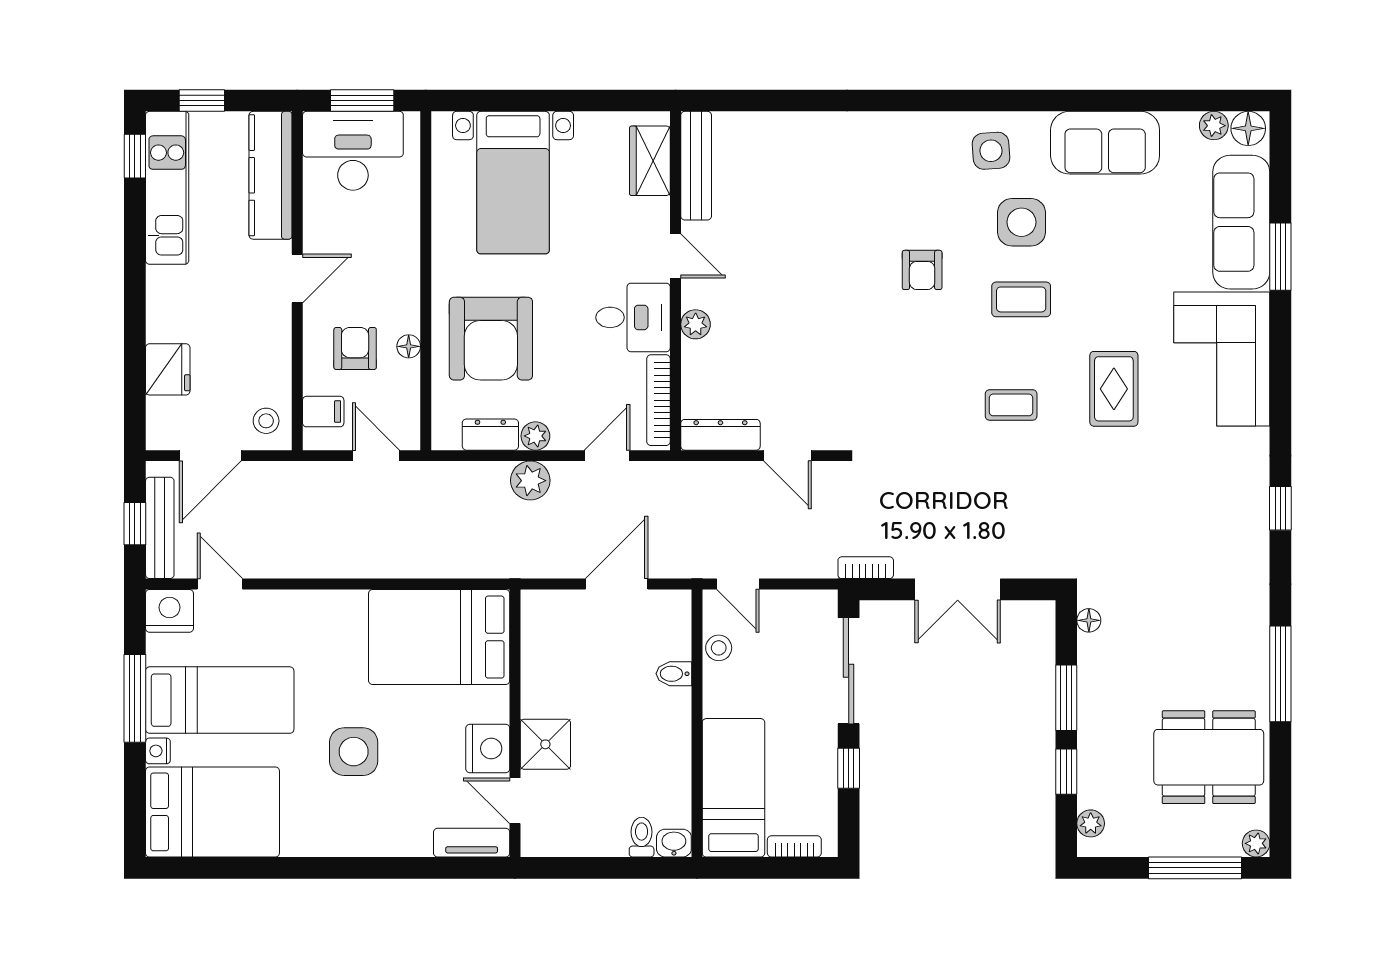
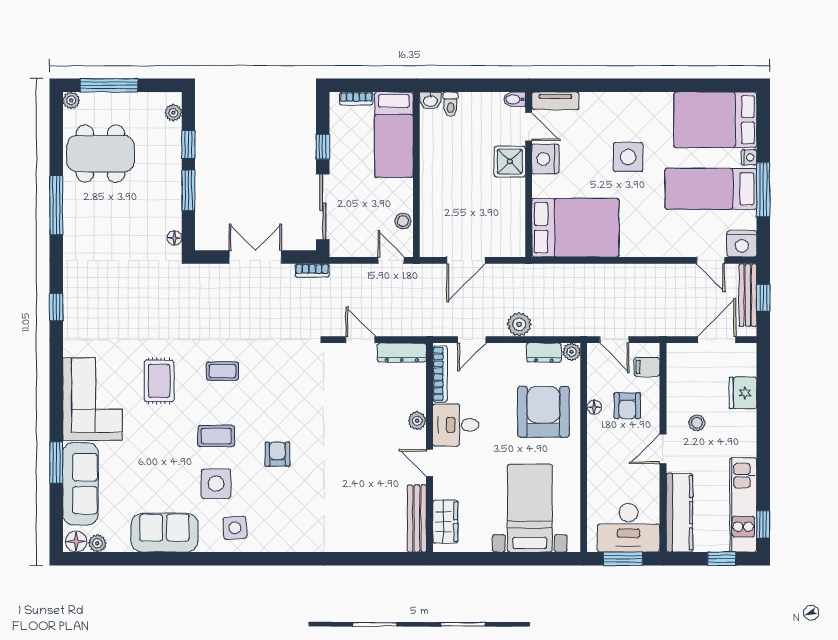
stool: (266, 421) -> (697, 423), moved
plant: (535, 436) -> (572, 352), moved
bidet: (674, 674) -> (514, 99), moved, turned 180

